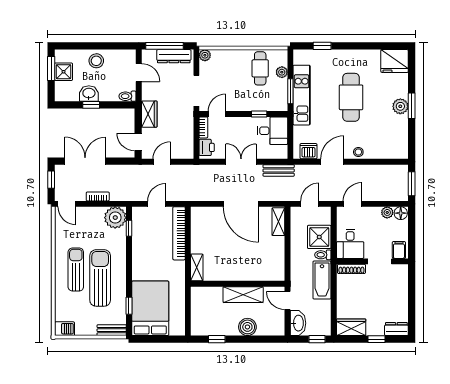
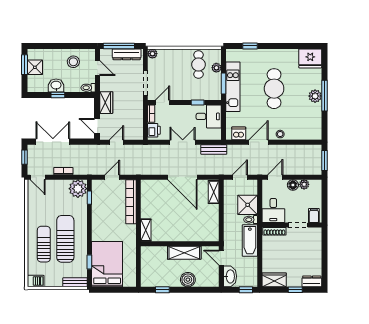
stool: (96, 61) -> (73, 62), moved
window: (412, 106) -> (324, 96), width x1.44
floor lamp: (401, 213) -> (293, 185), moved
sun lounger: (76, 270) -> (44, 244), moved

